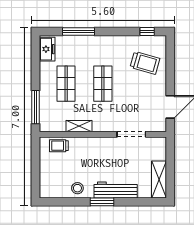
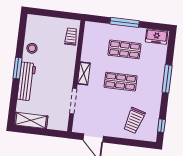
window: (78, 31) -> (167, 79), moved
window: (35, 107) -> (125, 22), moved
shelving: (79, 126) -> (84, 73), moved

